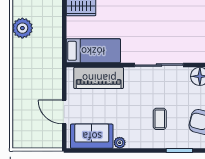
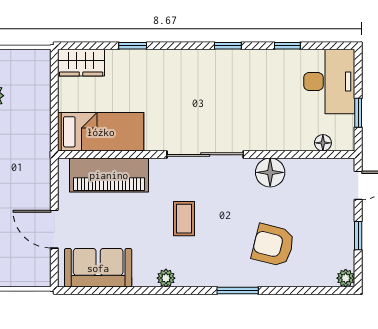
coffee table: (160, 119) -> (184, 219), moved
plant: (120, 143) -> (166, 278), moved

